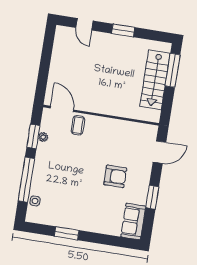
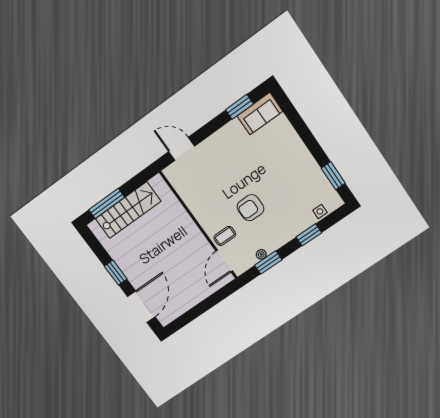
door: (84, 24) -> (141, 307), width x1.88
armchair: (115, 176) -> (250, 208), moved, turned -90
window: (26, 180) -> (309, 235), width x0.47
window: (152, 197) -> (239, 107), moved
window: (67, 233) -> (333, 176), moved

